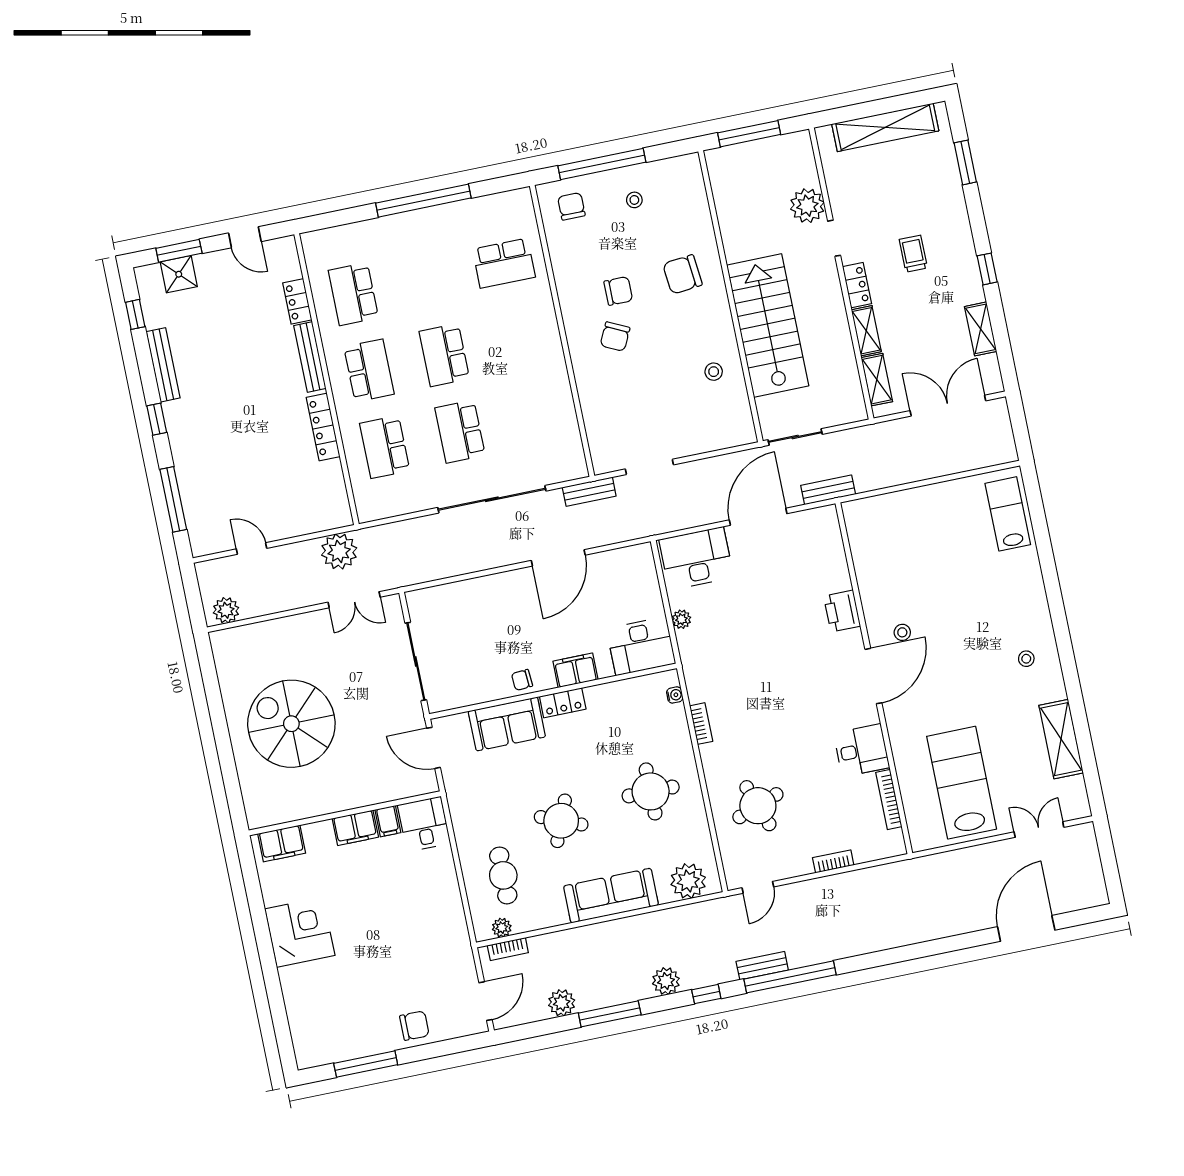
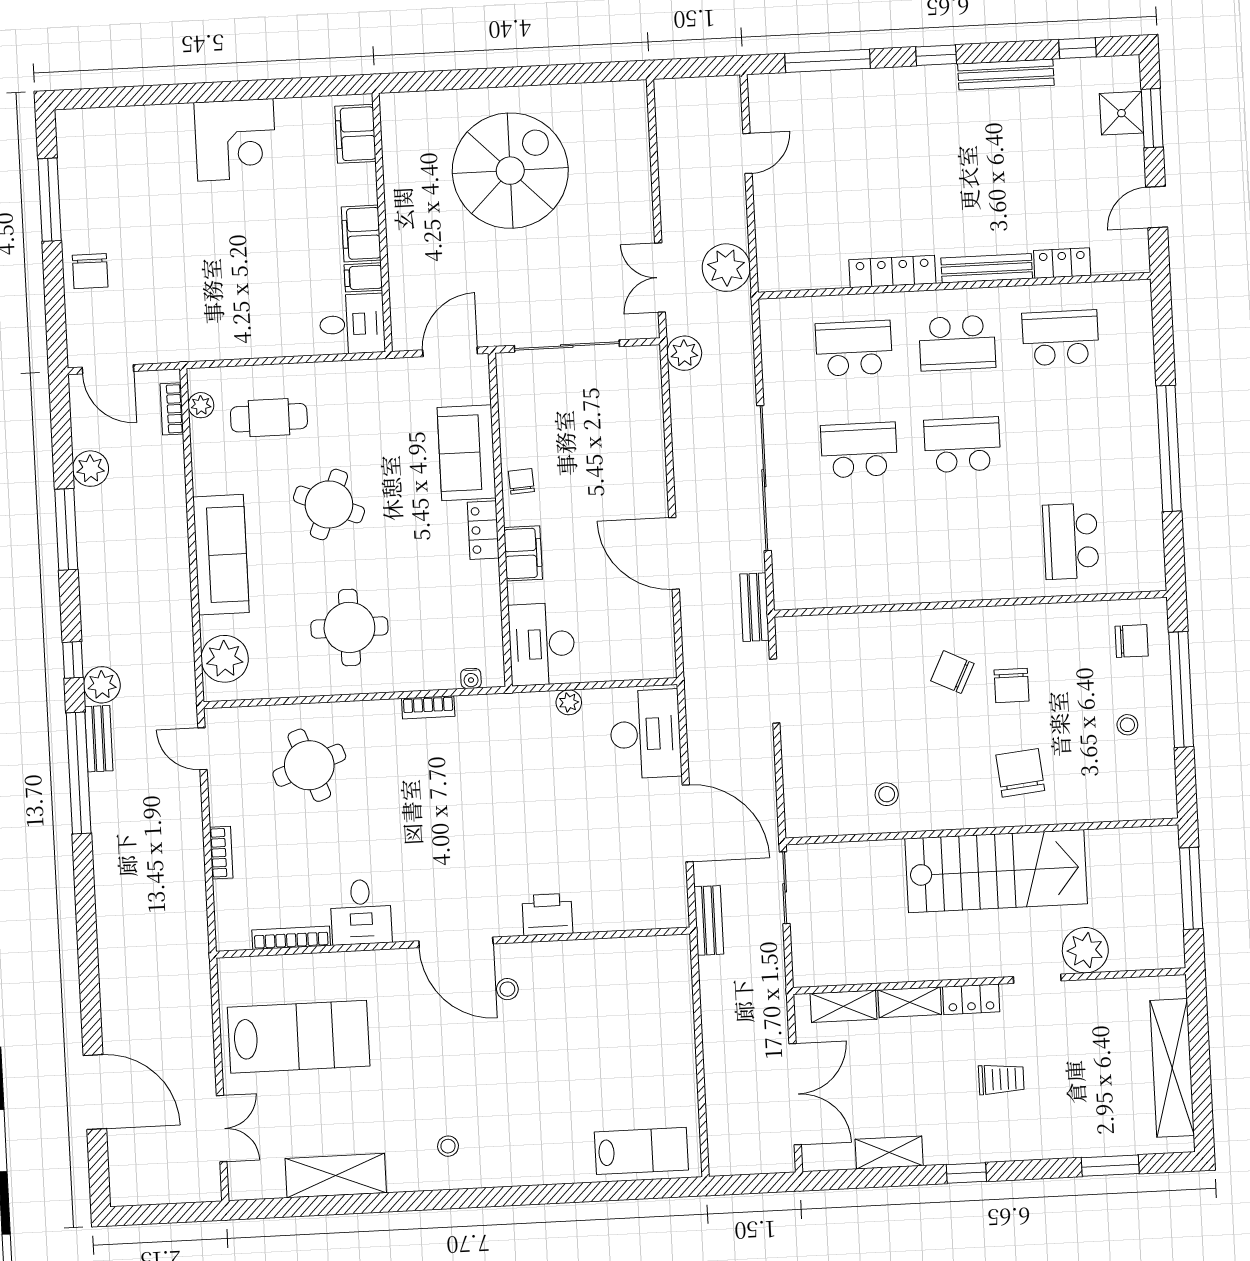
stairs: (768, 326) -> (996, 871), moved
plant: (226, 610) -> (684, 353), moved
plant: (666, 981) -> (102, 685), moved

